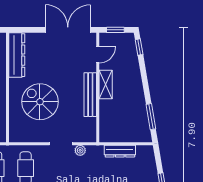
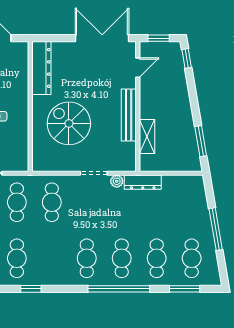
shelving: (106, 84) -> (147, 137), moved
dresser: (120, 151) -> (143, 182), moved

